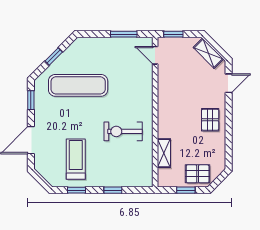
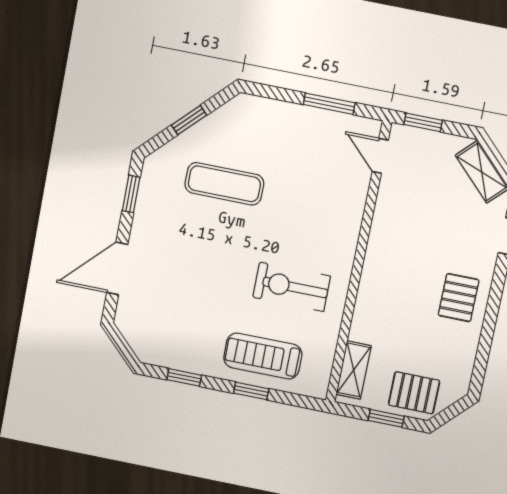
exercise mat: (78, 85) -> (224, 184), width x0.73, depth x0.69
shelving: (164, 153) -> (354, 370), moved
treadmill: (76, 159) -> (263, 356), moved, turned -90

